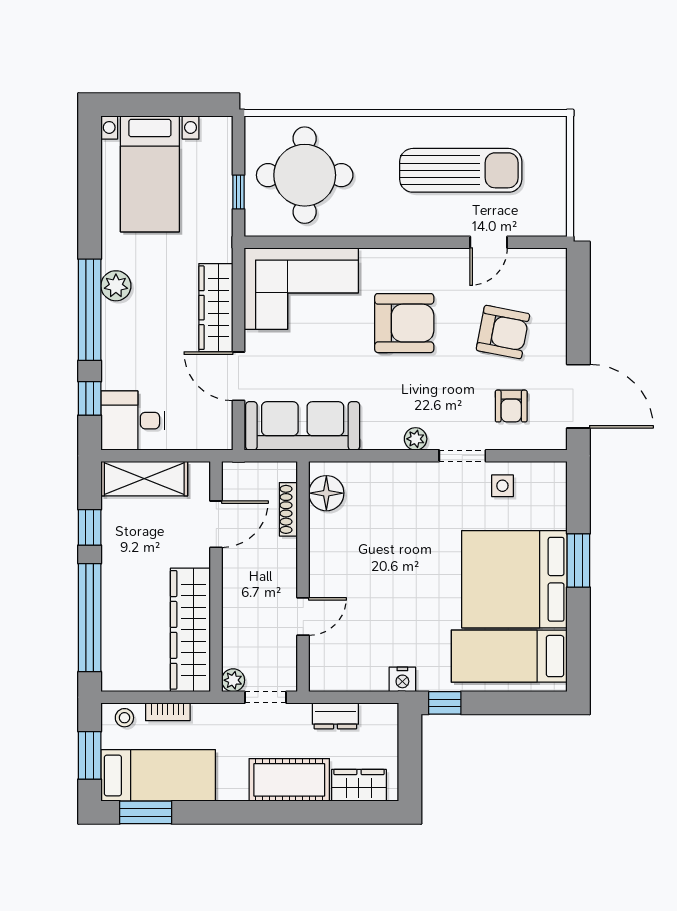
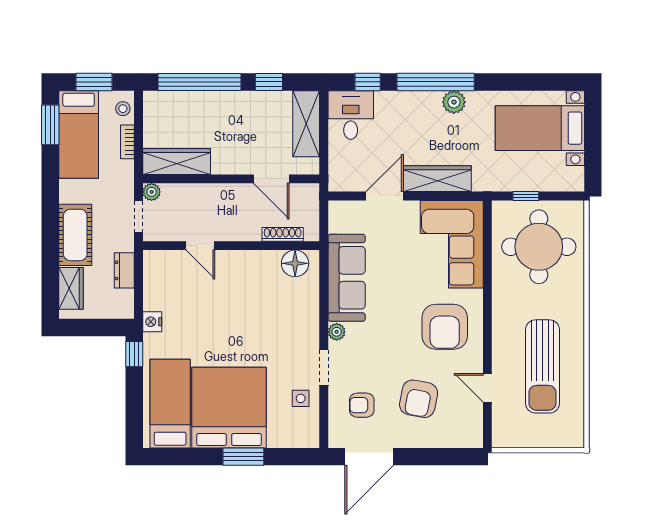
armchair: (404, 323) -> (445, 327), moved
sofa: (303, 426) -> (347, 278), moved
wardrobe: (190, 630) -> (177, 161), width x0.71, depth x0.85

